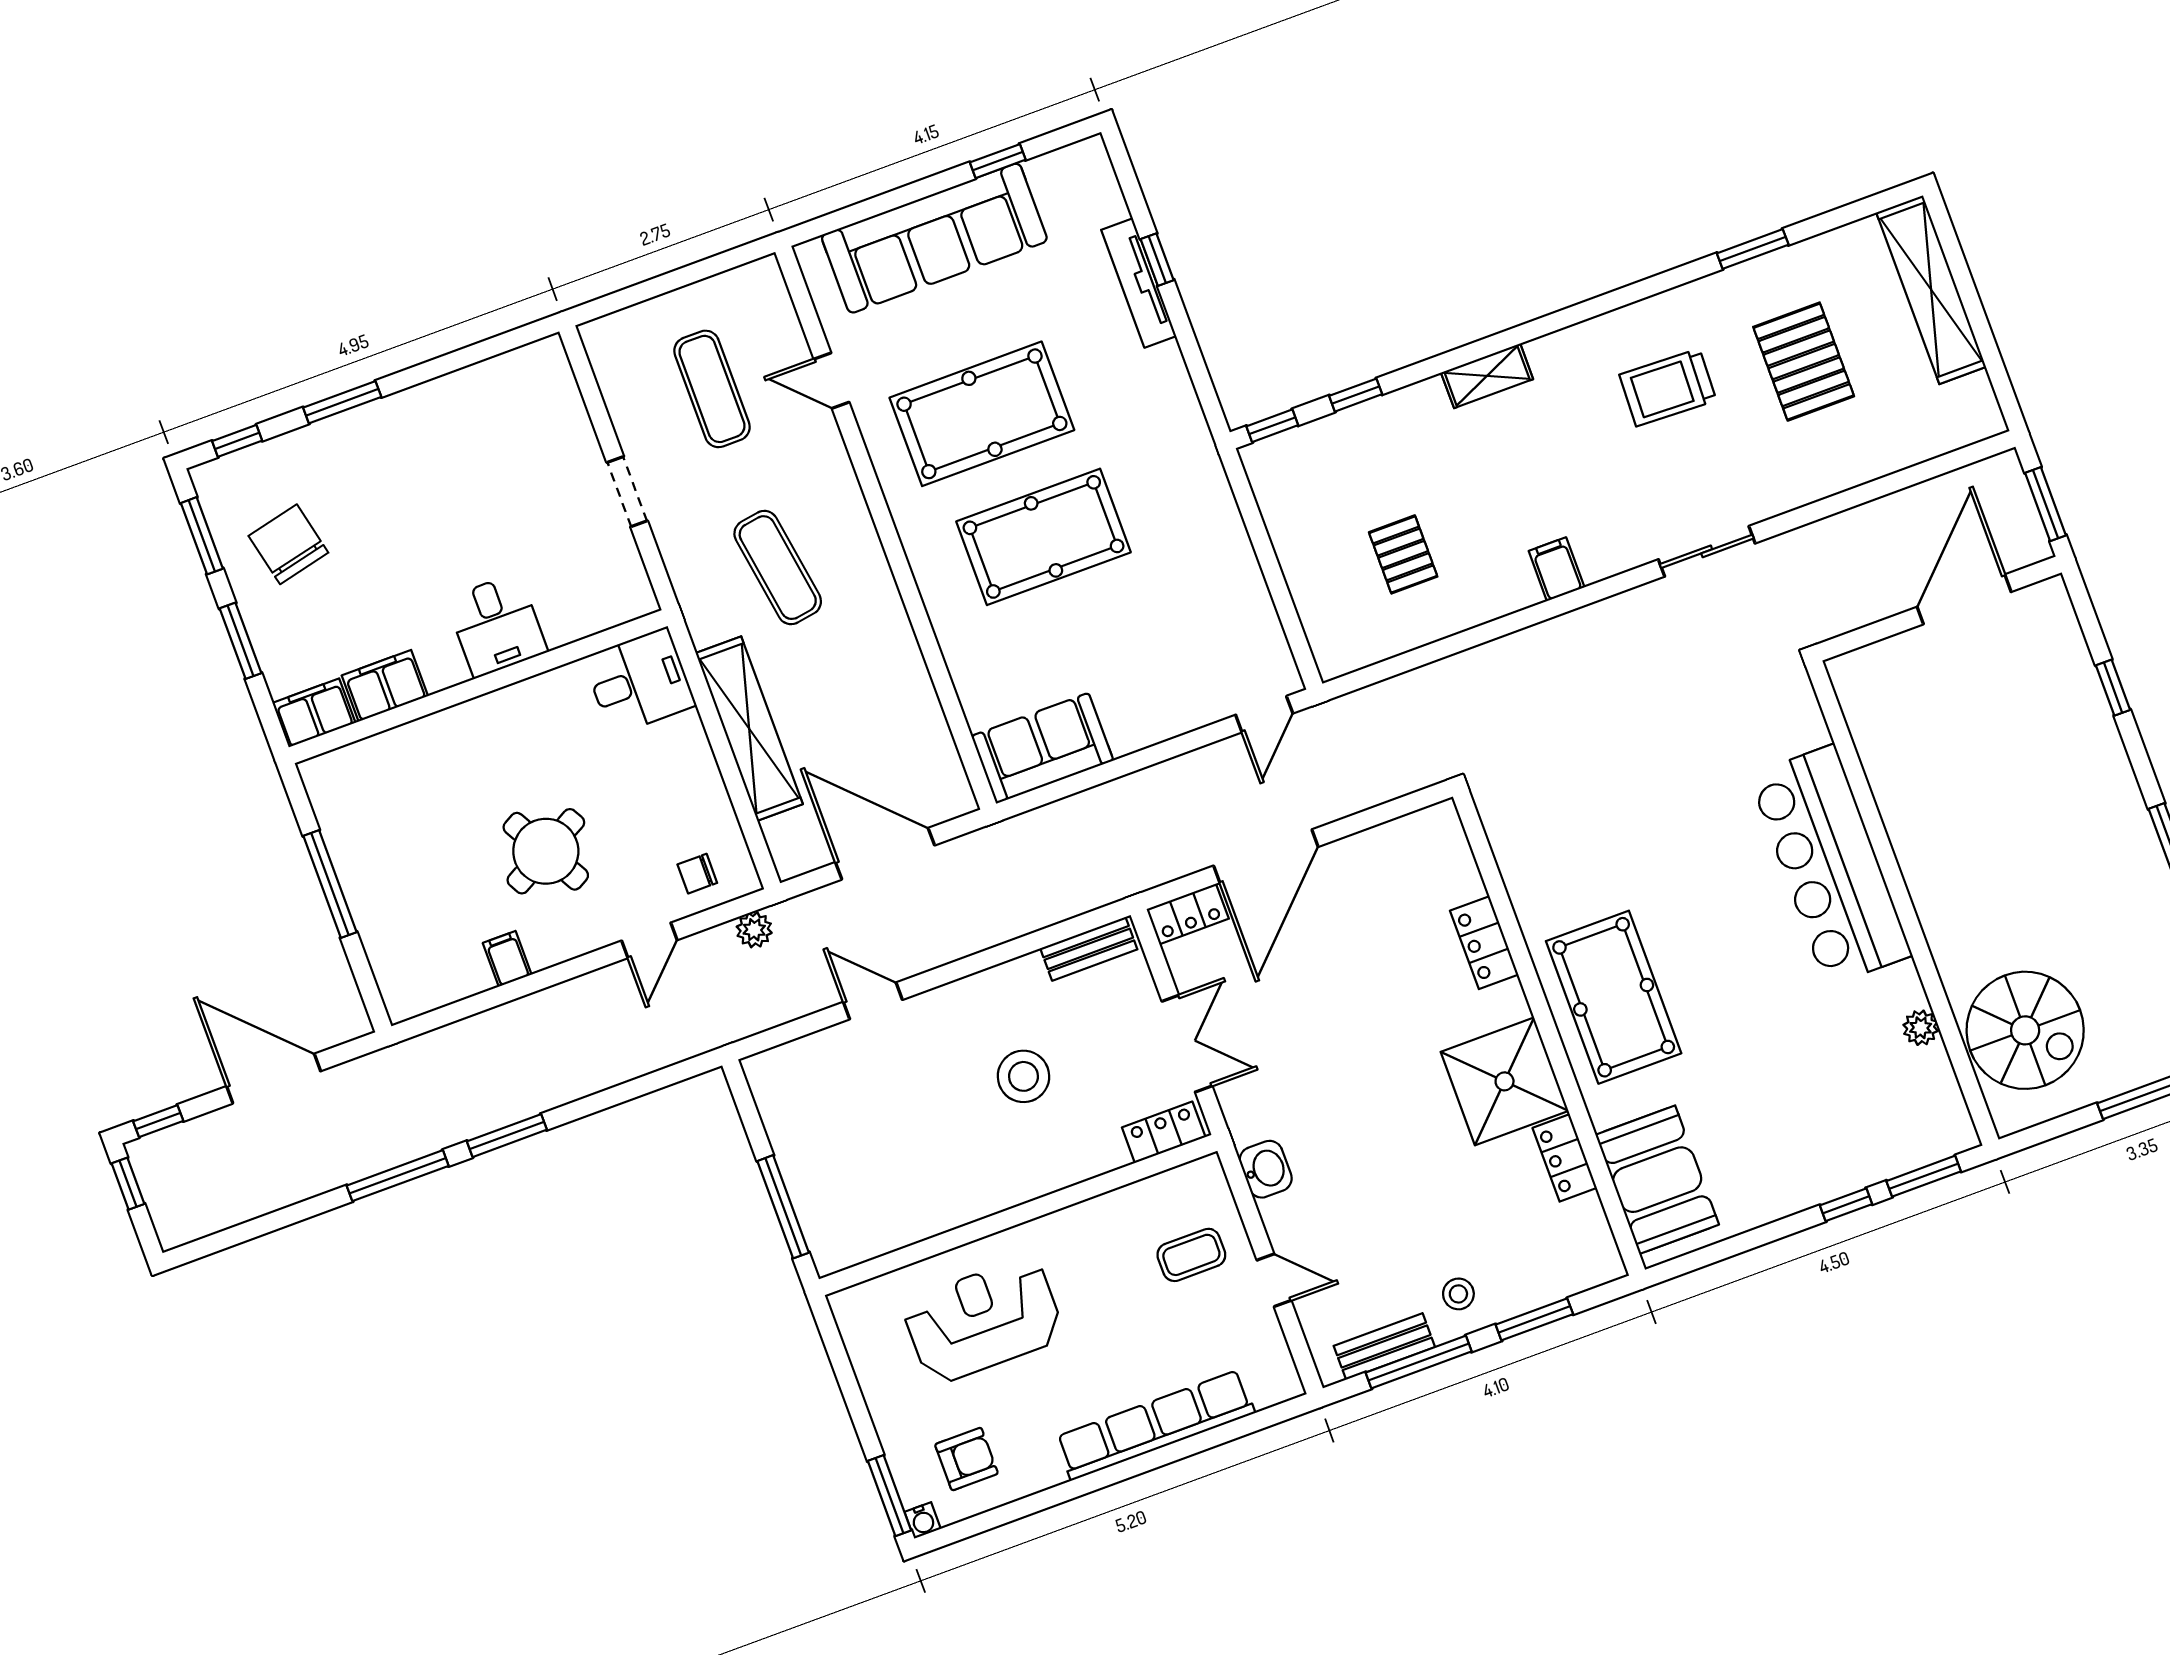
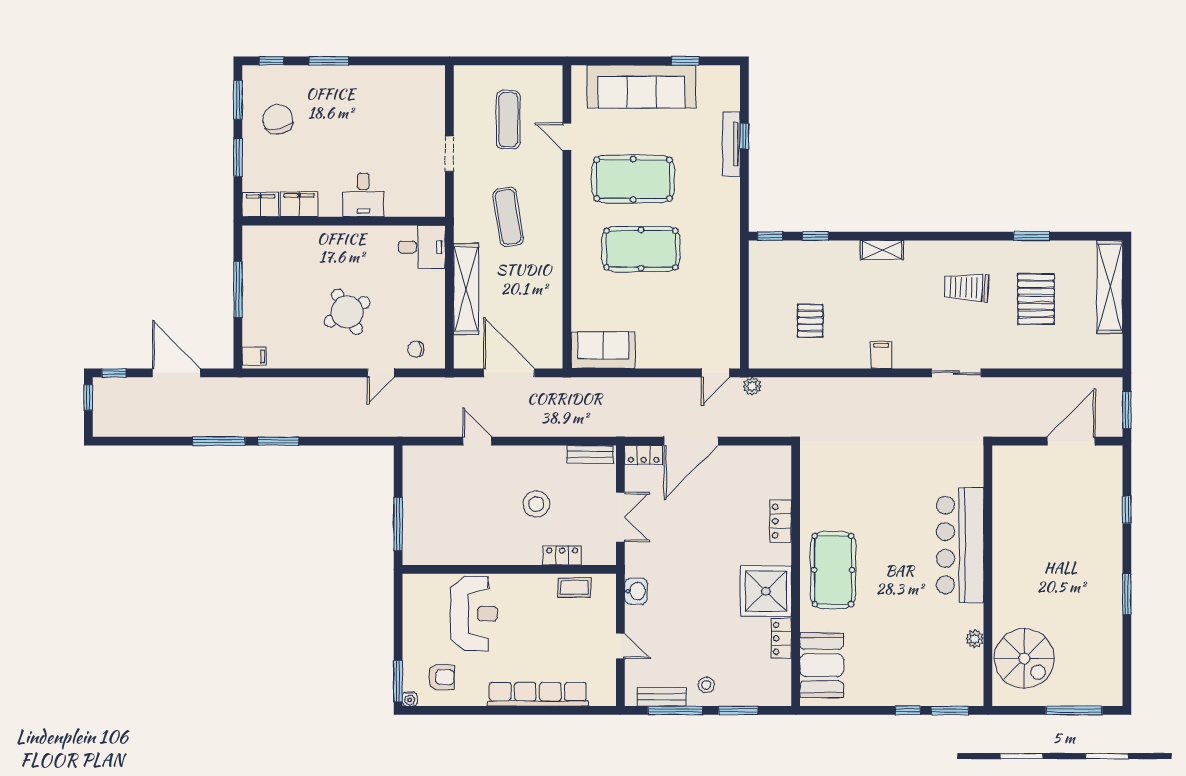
plant: (754, 930) -> (752, 386), moved
filing cabinet: (507, 959) -> (254, 356), moved, turned 90
locker: (1164, 1132) -> (562, 555), moved
coffee table: (1191, 1255) -> (574, 587), moved
reception desk: (983, 1320) -> (474, 614), turned 90

